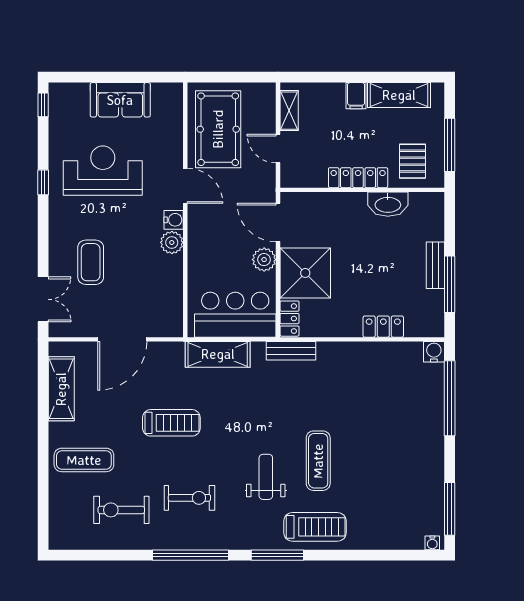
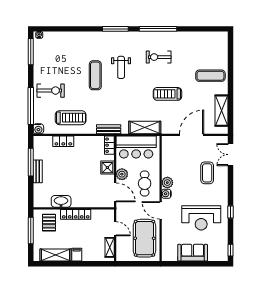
cafe table: (218, 241) -> (145, 183), added
shower: (305, 273) -> (107, 168), width x0.54, depth x0.54
exercise bike: (121, 510) -> (51, 91), moved
treadmill: (315, 527) -> (71, 118), moved, turned 180

